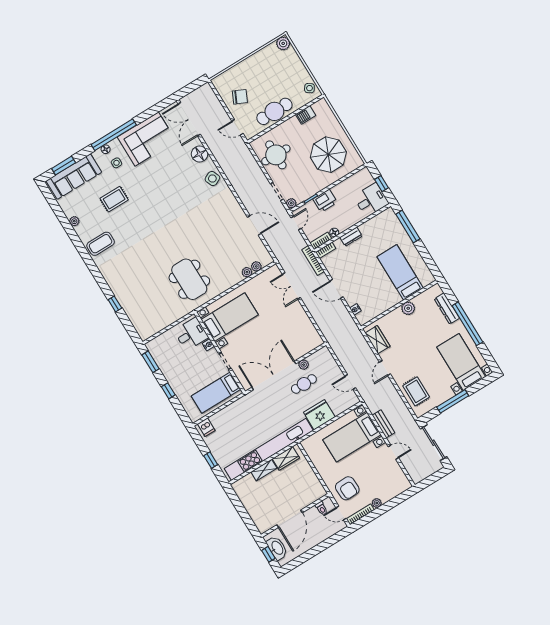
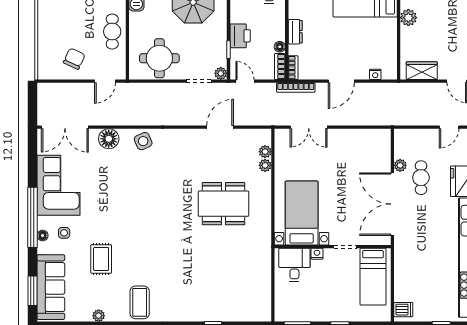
cafe table: (274, 111) -> (112, 32), width x0.73, depth x0.74
dining table: (189, 279) -> (223, 204), moved

